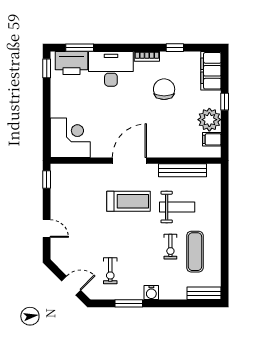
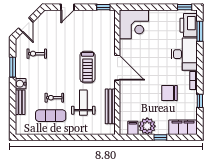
chair: (164, 89) -> (169, 93), turned 180
weight bench: (177, 207) -> (83, 103), turned 180
bench: (204, 293) -> (20, 102), moved

